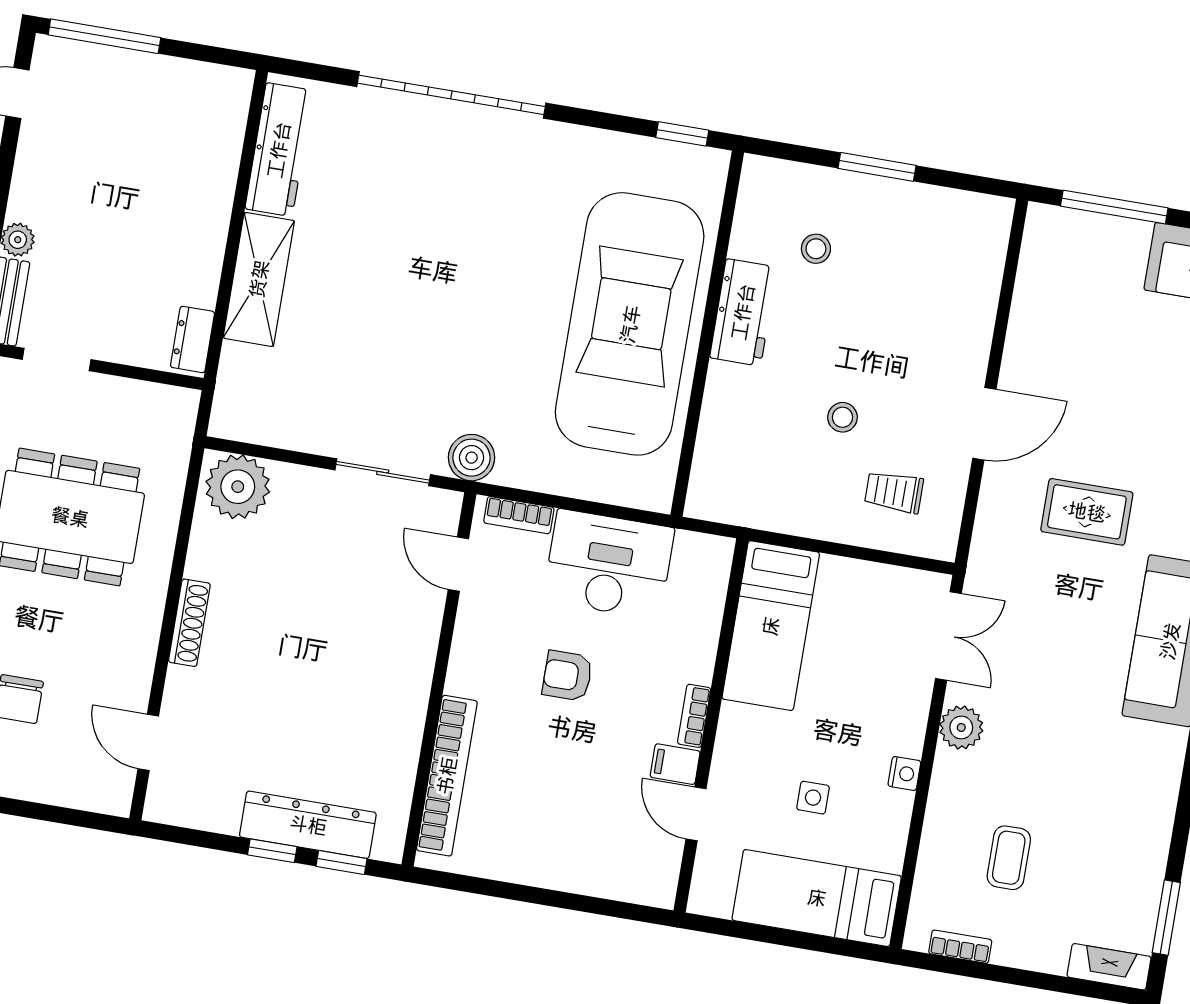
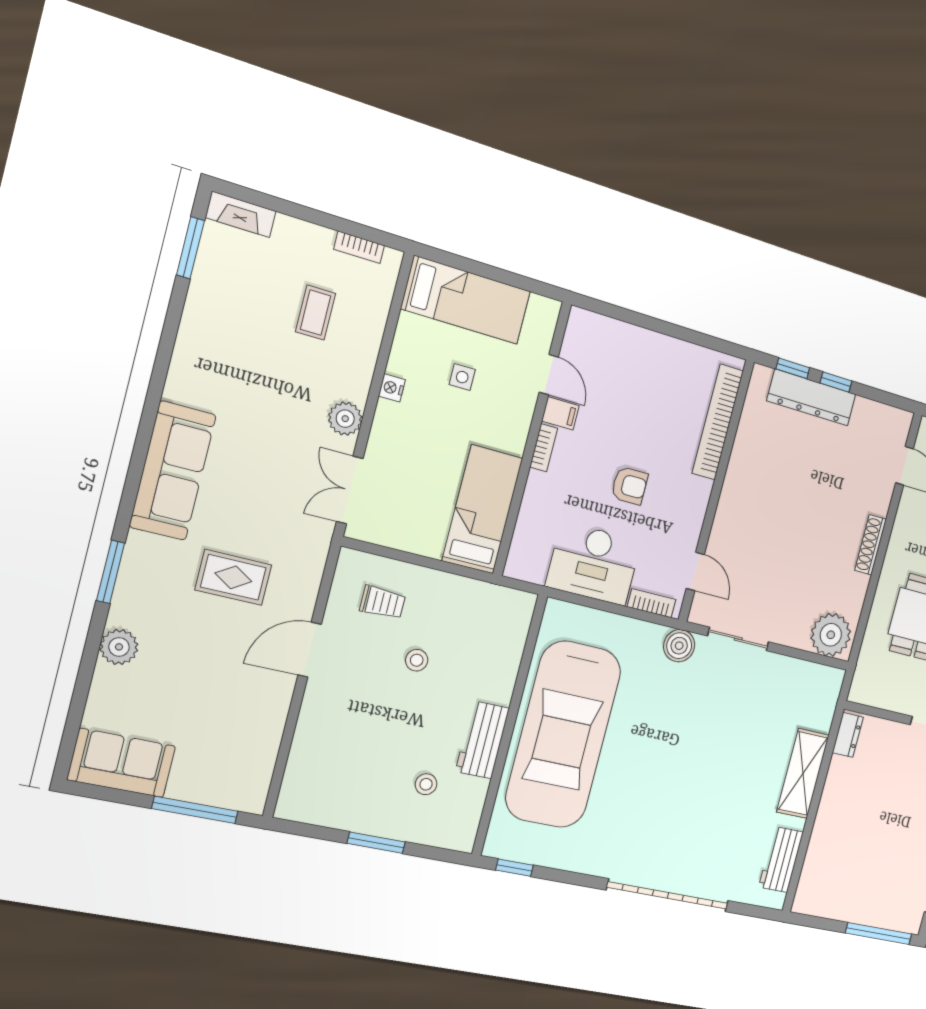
workbench: (279, 150) -> (781, 860), width x0.73

